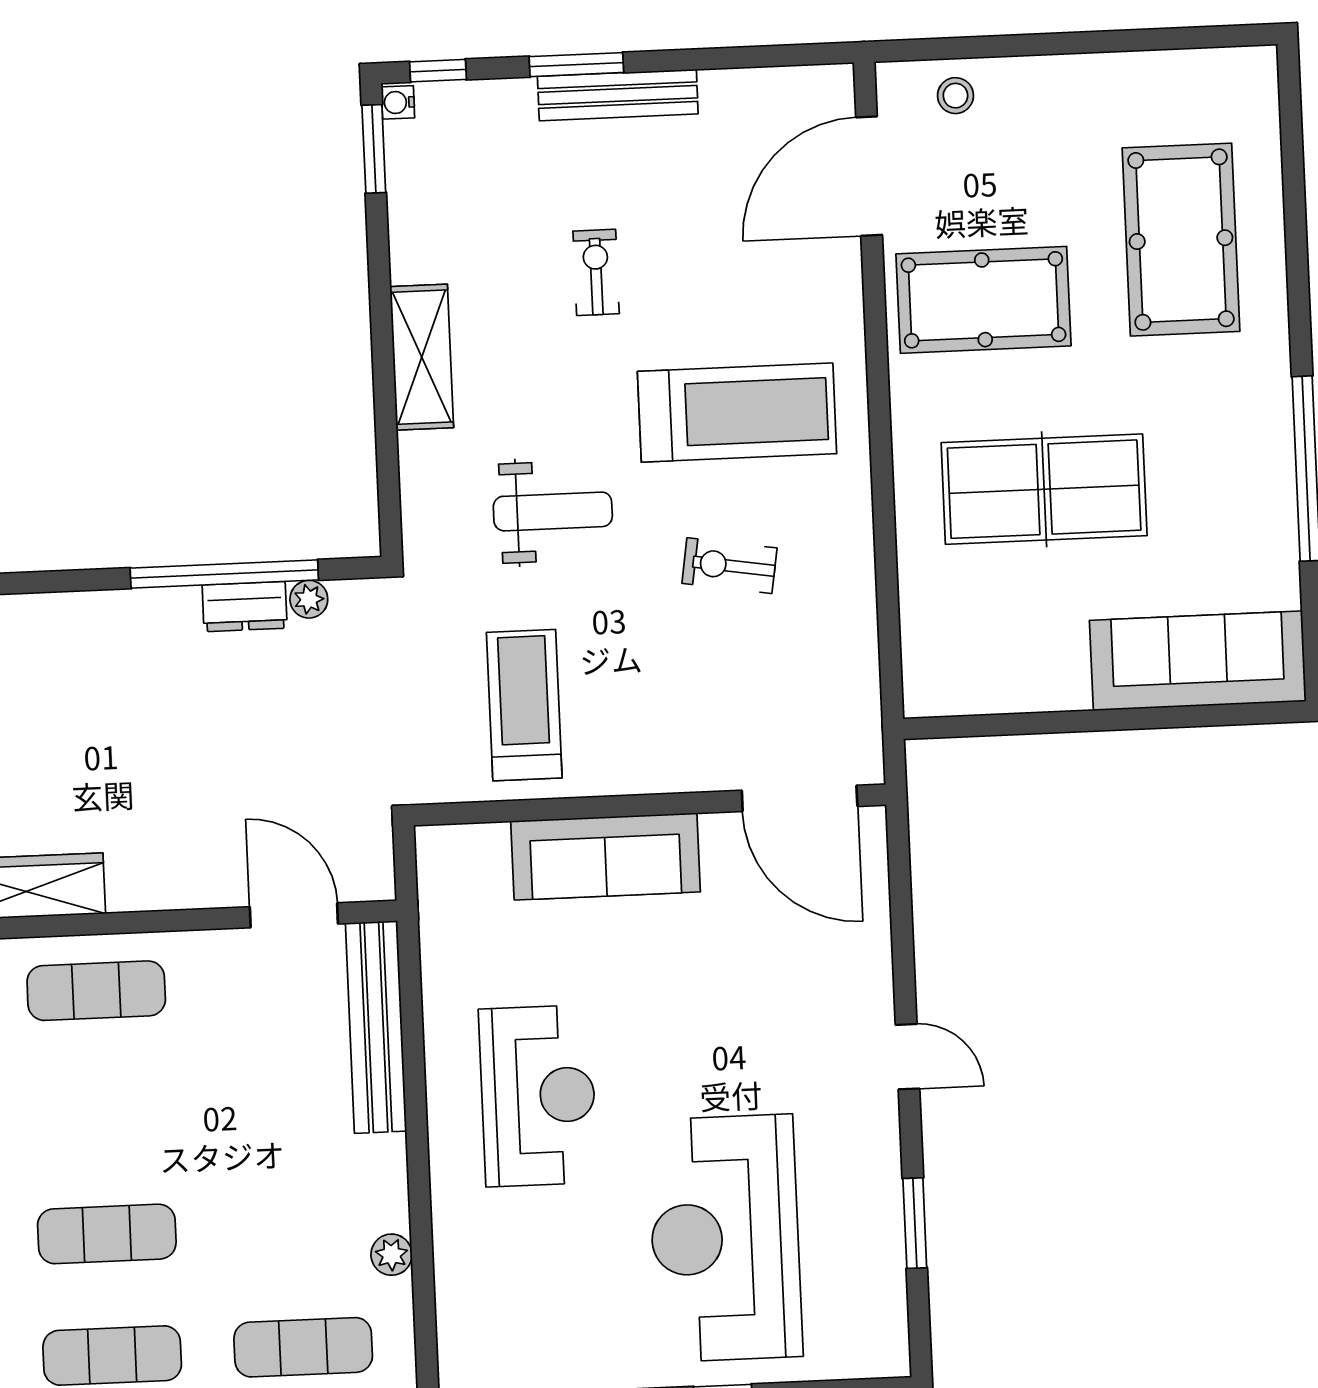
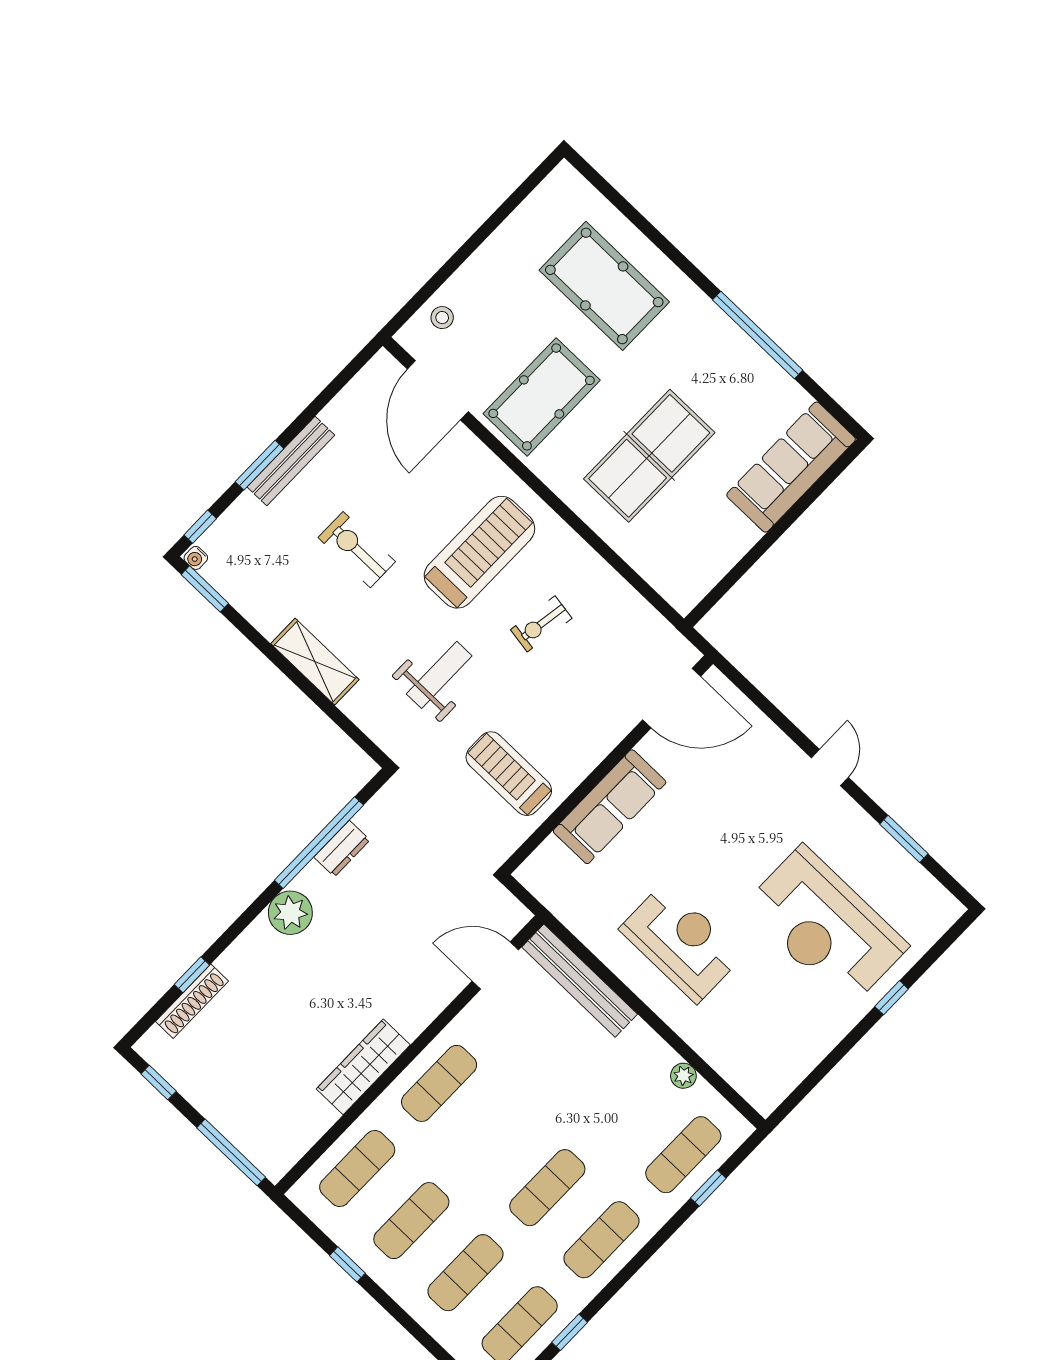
exercise bike: (596, 272) -> (357, 550), width x1.38, depth x1.39
plant: (309, 599) -> (290, 913), moved, width x1.87, depth x1.87
door: (908, 1057) -> (830, 768), hinge flipped

